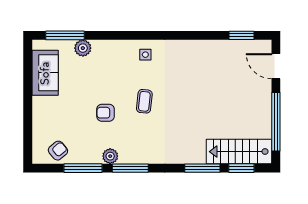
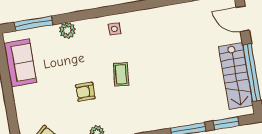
plant: (83, 48) -> (67, 30), moved
stairs: (239, 152) -> (236, 76), moved, turned -90

